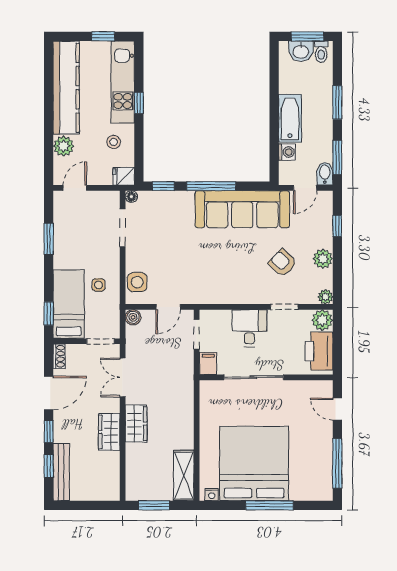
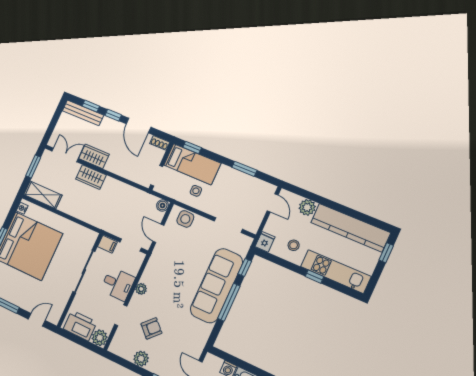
window: (103, 36) -> (386, 253), moved
floor lamp: (131, 197) -> (248, 241), removed
sofa: (242, 209) -> (216, 286), moved
plant: (325, 297) -> (141, 289), moved
double door: (123, 377) -> (65, 155), moved

